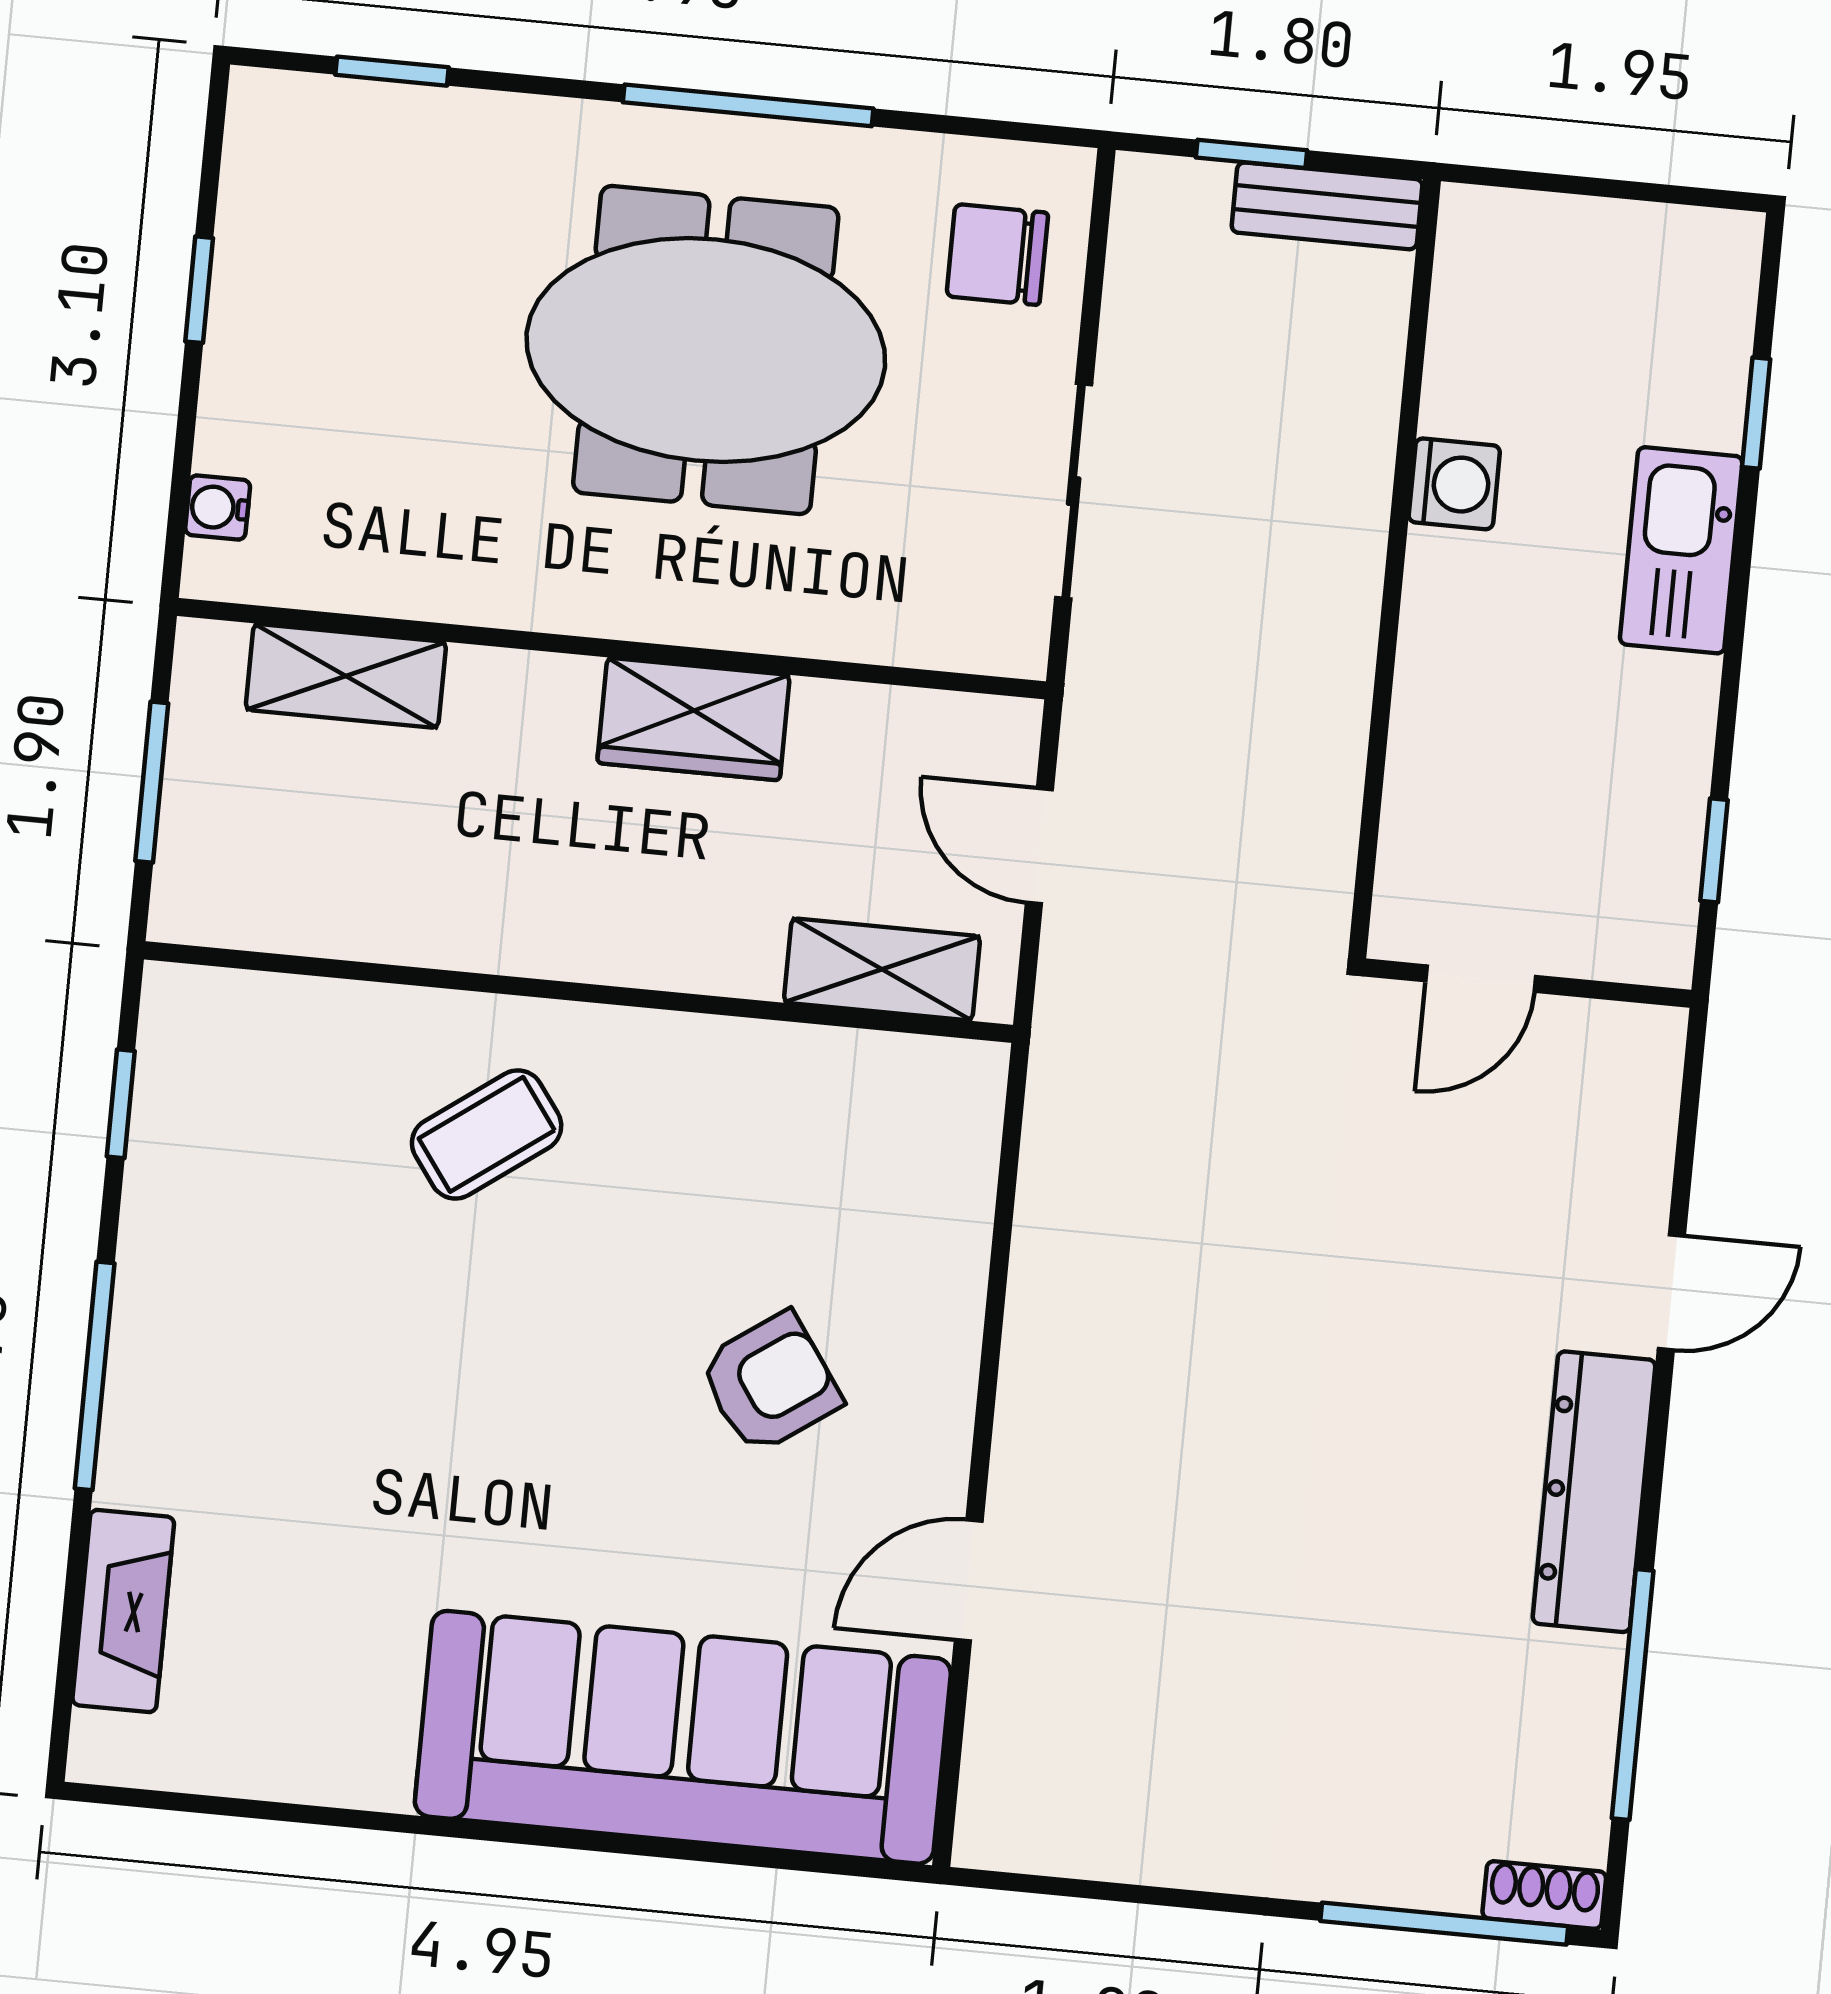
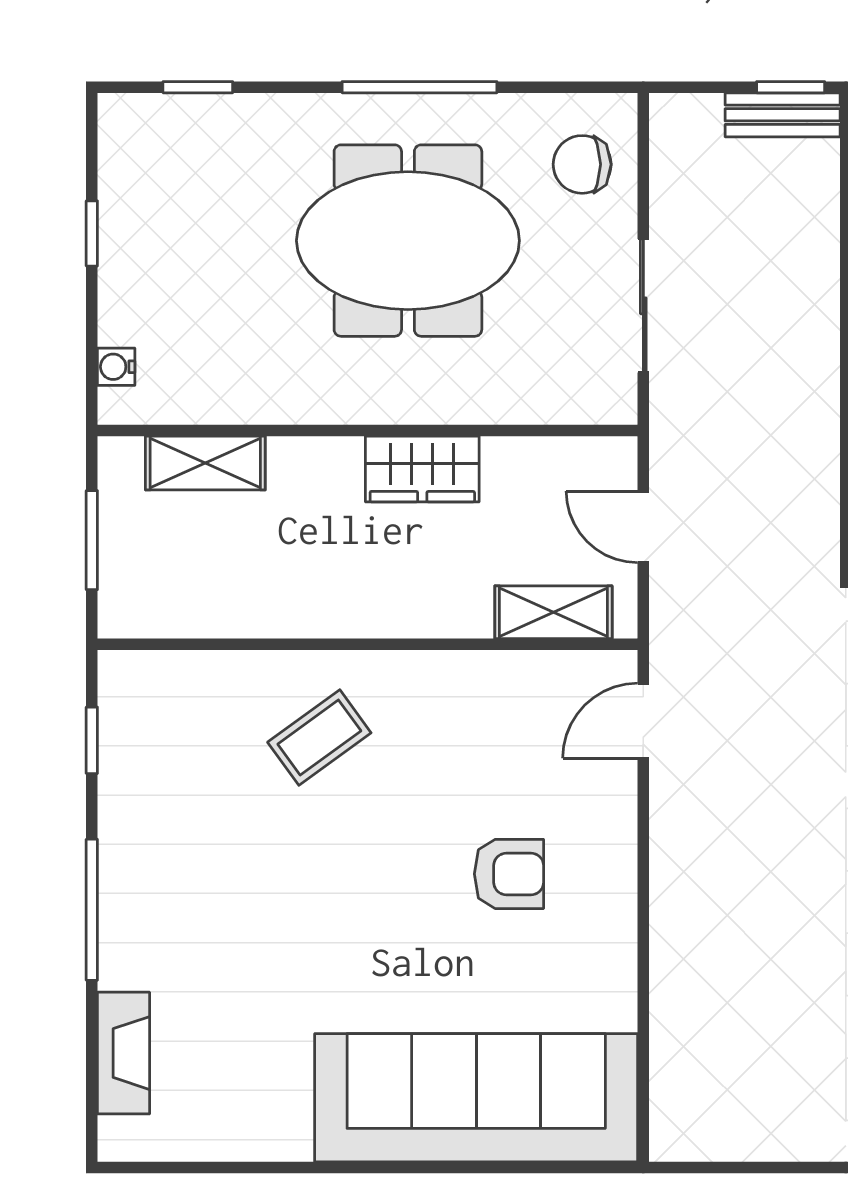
window: (1252, 154) -> (791, 87), moved
armchair: (770, 1383) -> (509, 874), turned 35
door: (969, 1581) -> (643, 721), moved

